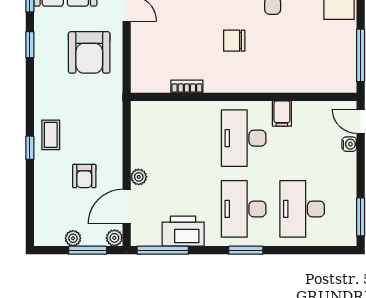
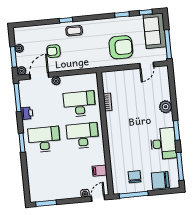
chair: (234, 41) -> (135, 177), moved
armchair: (89, 52) -> (121, 47), turned 180
filing cabinet: (282, 114) -> (99, 171), moved
door: (127, 206) -> (39, 76), hinge flipped
desk: (302, 209) -> (79, 104), moved
printer: (183, 231) -> (27, 113), width x0.53, depth x0.68

